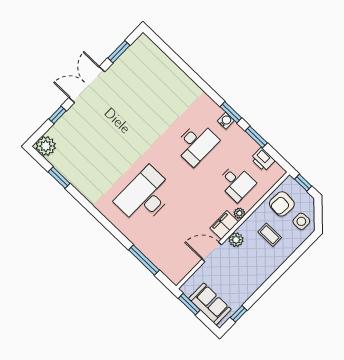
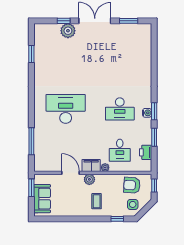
plant: (46, 146) -> (68, 31), moved
coffee table: (270, 235) -> (97, 201), moved
window: (239, 314) -> (117, 219), moved

